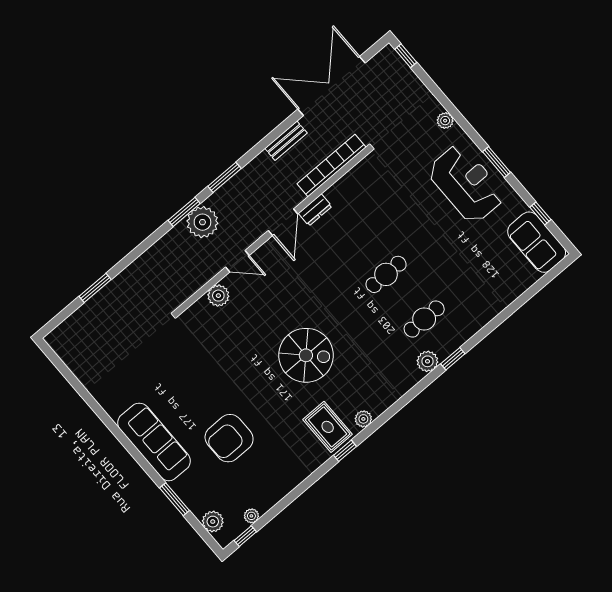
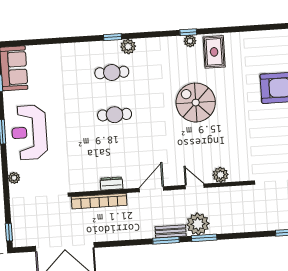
bench: (286, 141) -> (171, 231), moved
dresser: (315, 210) -> (111, 184), moved
window: (345, 451) -> (188, 32), moved

